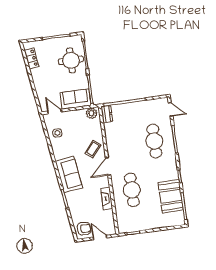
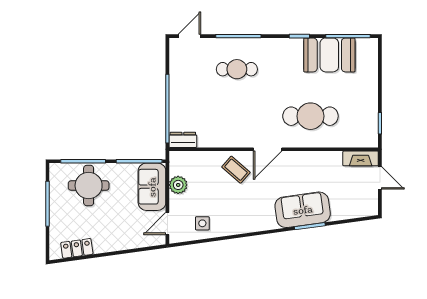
plant: (92, 113) -> (178, 185), moved
cafe table: (154, 141) -> (237, 69), width x0.73, depth x0.74
door: (108, 167) -> (268, 149), hinge flipped
sofa: (69, 174) -> (303, 210), moved
fireplace: (107, 199) -> (361, 158), moved
armchair: (84, 229) -> (362, 202), removed
door: (100, 237) -> (380, 178), swing flipped

